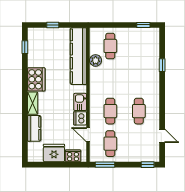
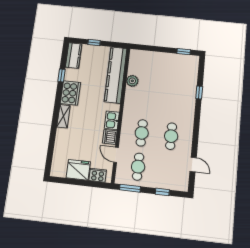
cafe table: (110, 46) -> (149, 68), removed
window: (25, 47) -> (61, 75), moved
kitchen counter: (34, 128) -> (74, 55), moved
window: (148, 165) -> (162, 192), moved

